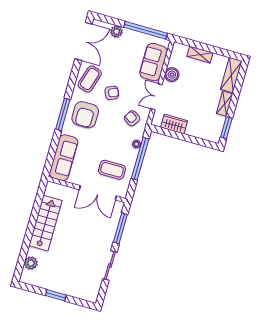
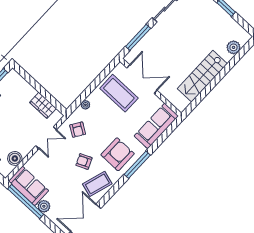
plant: (116, 32) -> (44, 206), moved
sofa: (153, 62) -> (28, 186), moved, turned -90
boiler: (172, 75) -> (15, 158), moved
window: (140, 159) -> (89, 90), removed
coffee table: (112, 170) -> (119, 93), width x1.36, depth x1.32

